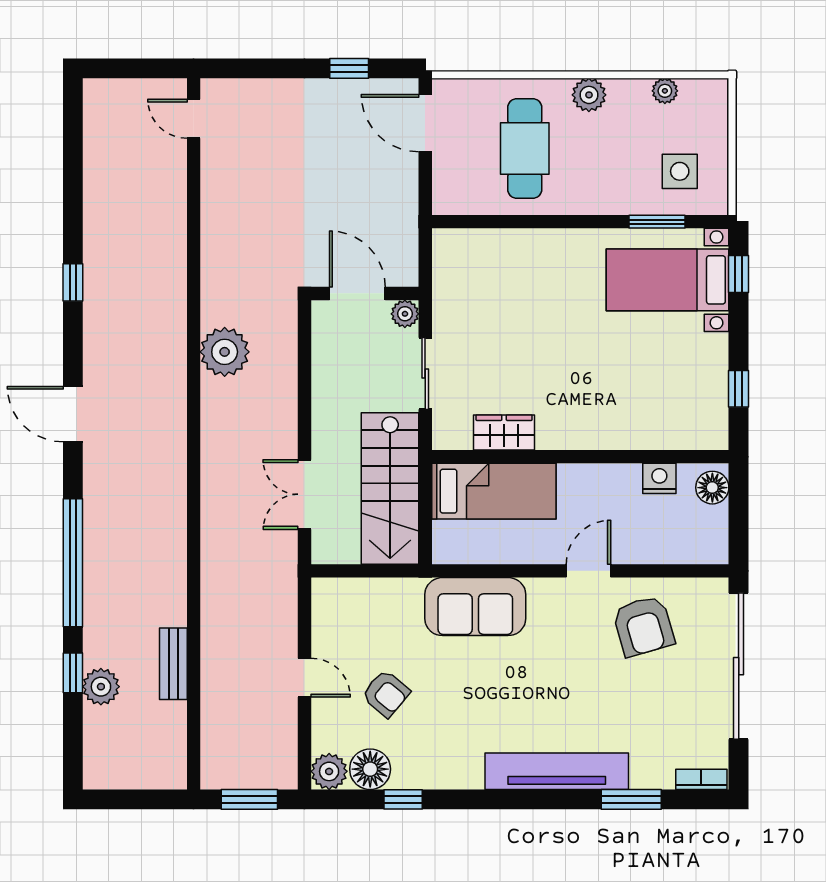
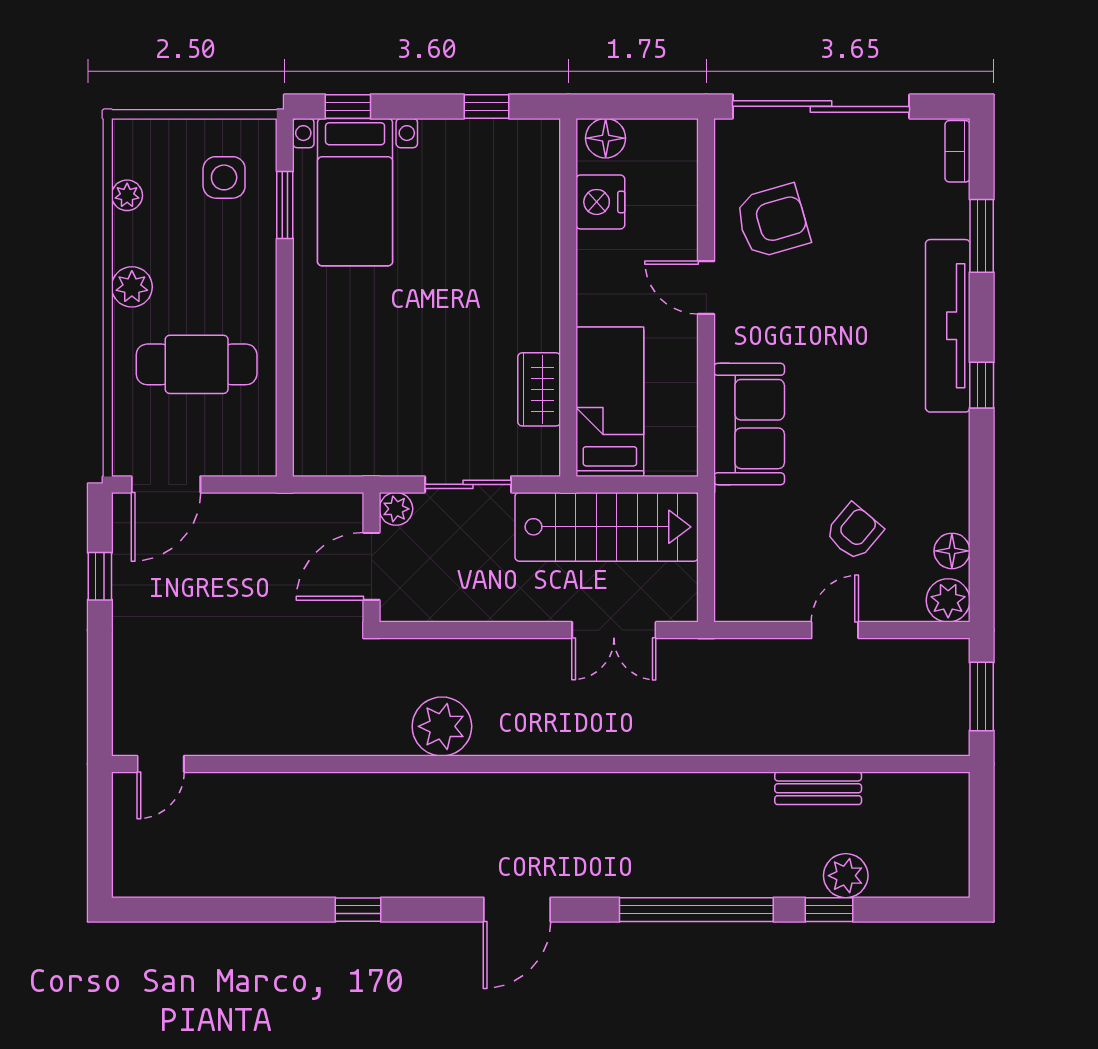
nightstand: (659, 478) -> (600, 202), width x1.36, depth x1.33
floor lamp: (370, 769) -> (952, 551), width x0.73, depth x0.73
window: (403, 799) -> (982, 385), moved

